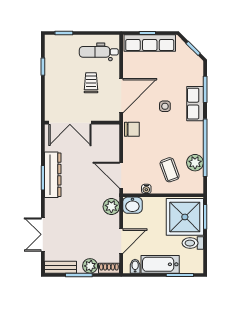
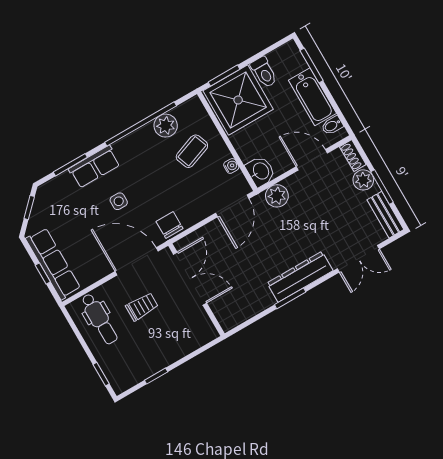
trolley: (91, 83) -> (142, 307), turned 180
double door: (70, 123) -> (190, 279), moved
dresser: (53, 175) -> (300, 277), moved

